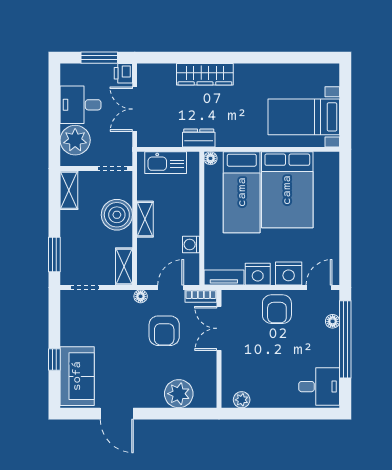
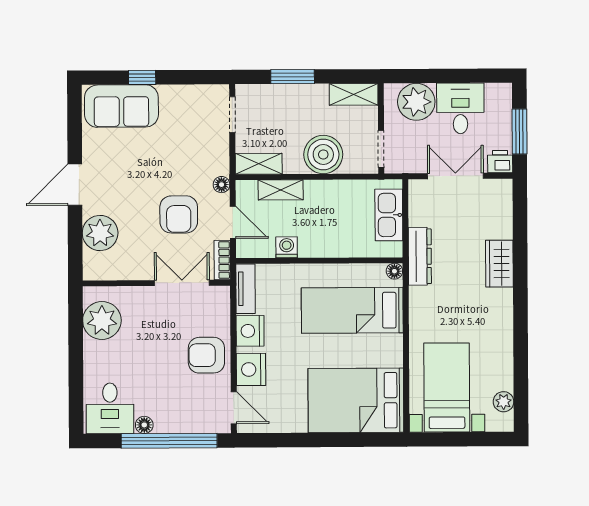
plant: (315, 72) -> (504, 402), added
wardrobe: (205, 74) -> (499, 264), width x0.67
dresser: (199, 138) -> (420, 256), width x1.44
bed: (287, 190) -> (356, 400), moved
shelving: (145, 219) -> (281, 190), moved
window: (54, 255) -> (293, 77), moved
floor lamp: (333, 321) -> (144, 425), moved
armchair: (164, 331) -> (179, 214), turned -90
plant: (242, 400) -> (102, 320), width x1.88, depth x1.88
door: (117, 414) -> (75, 185), moved

